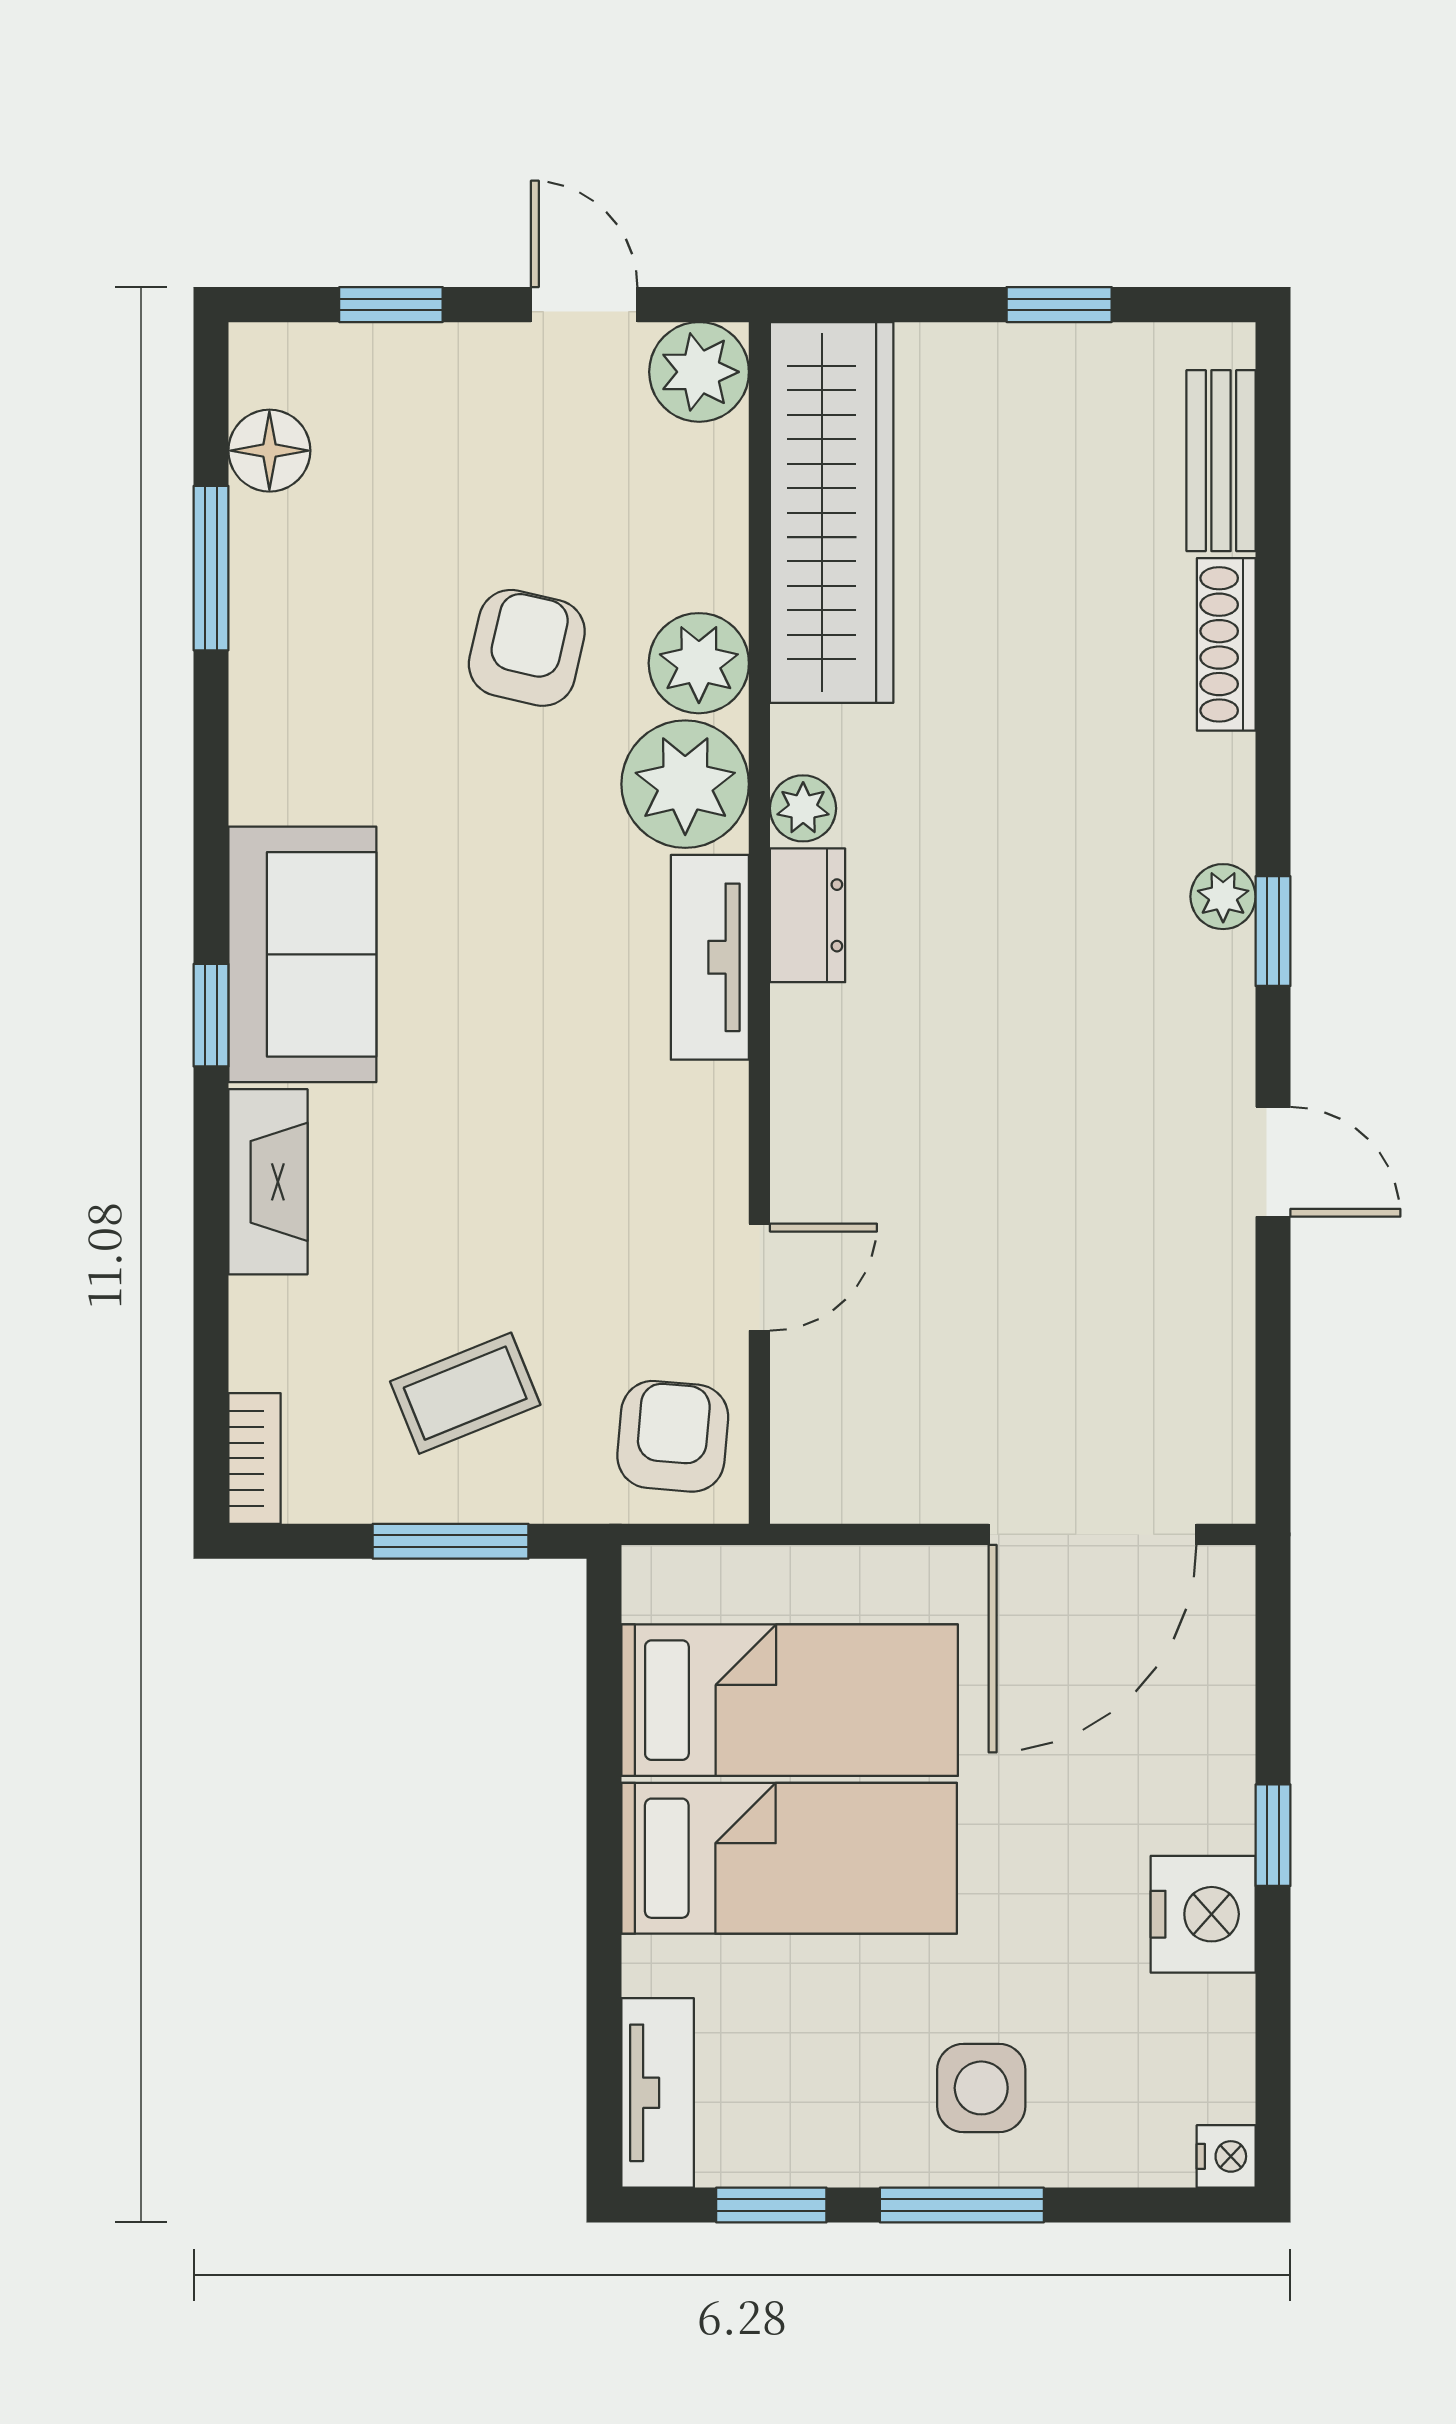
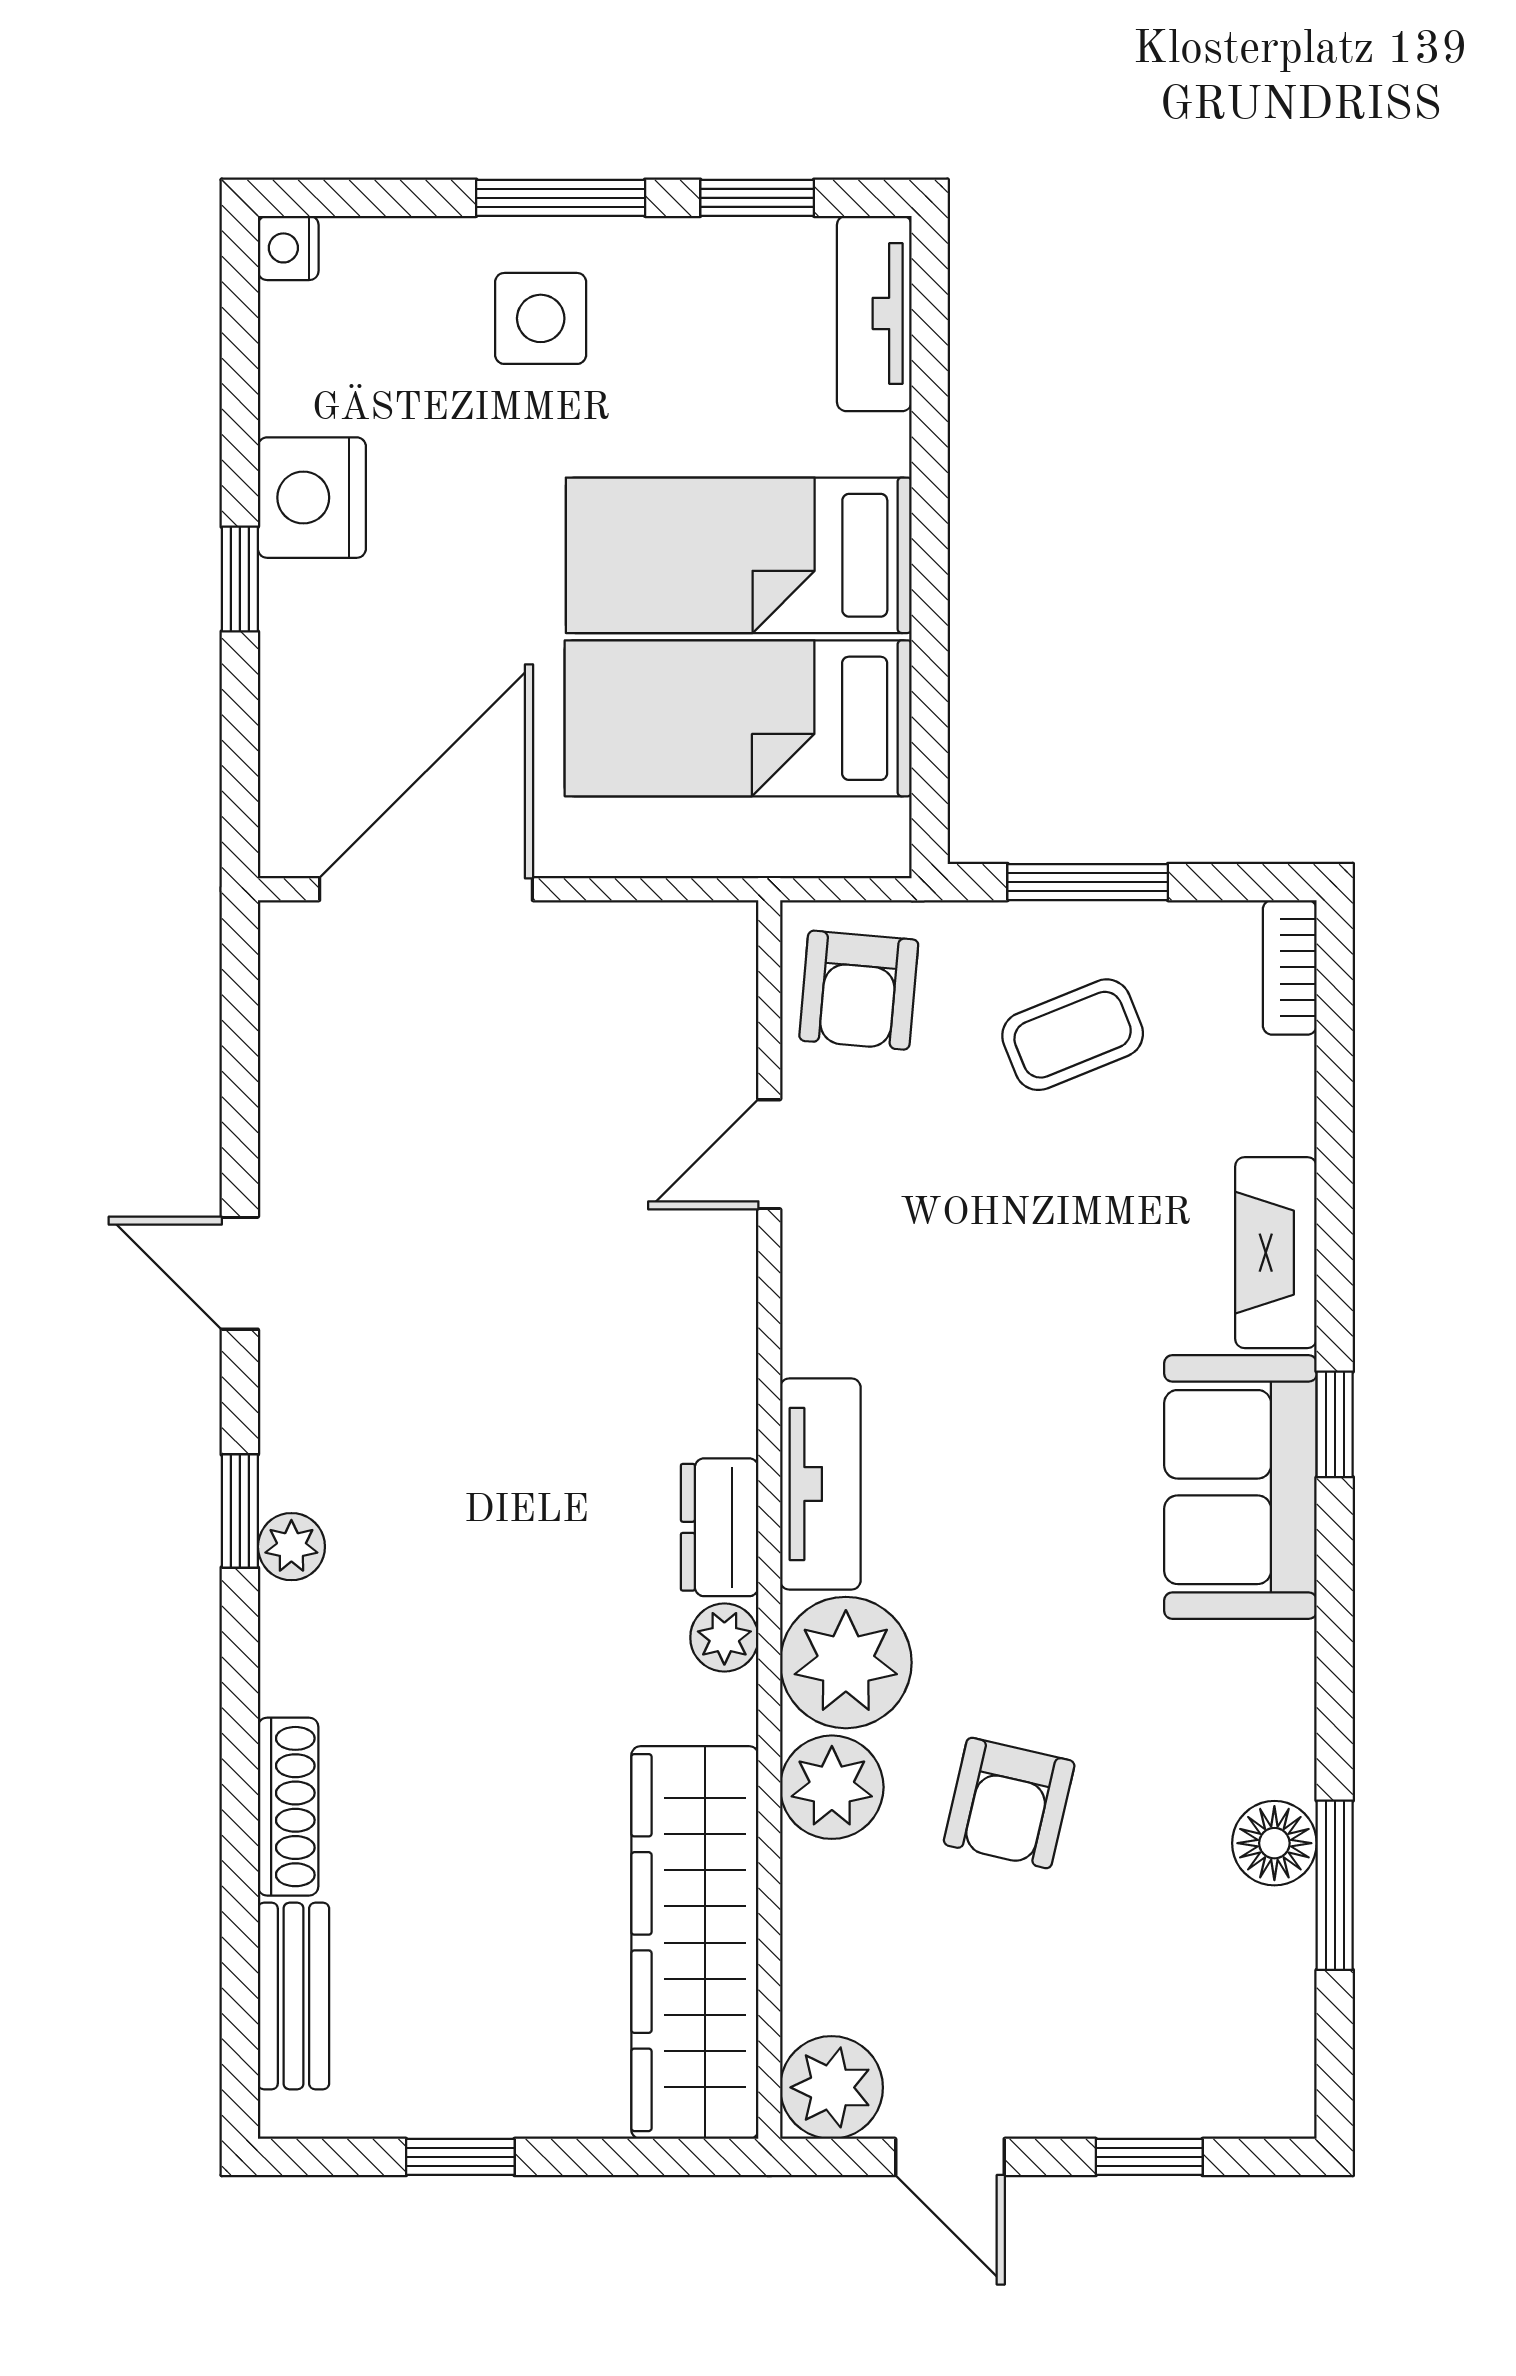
floor lamp: (269, 451) -> (1274, 1843), moved

